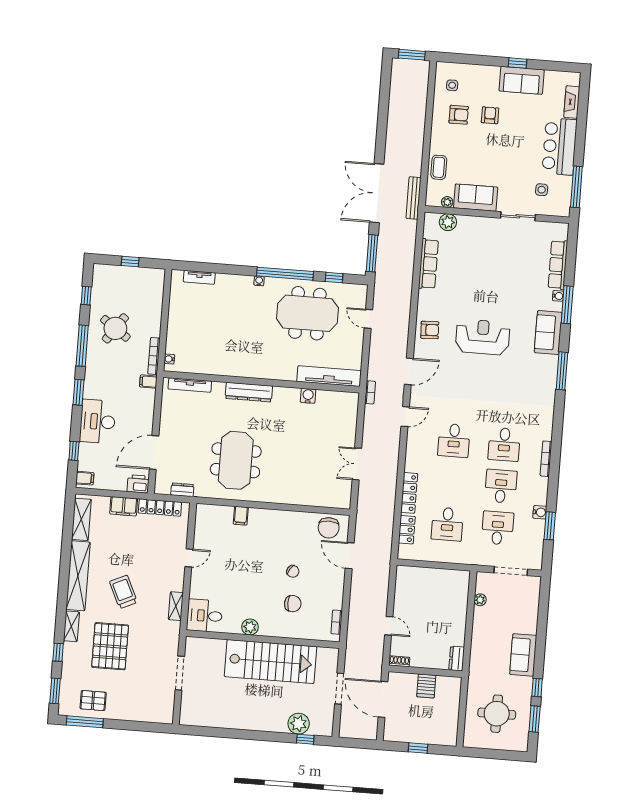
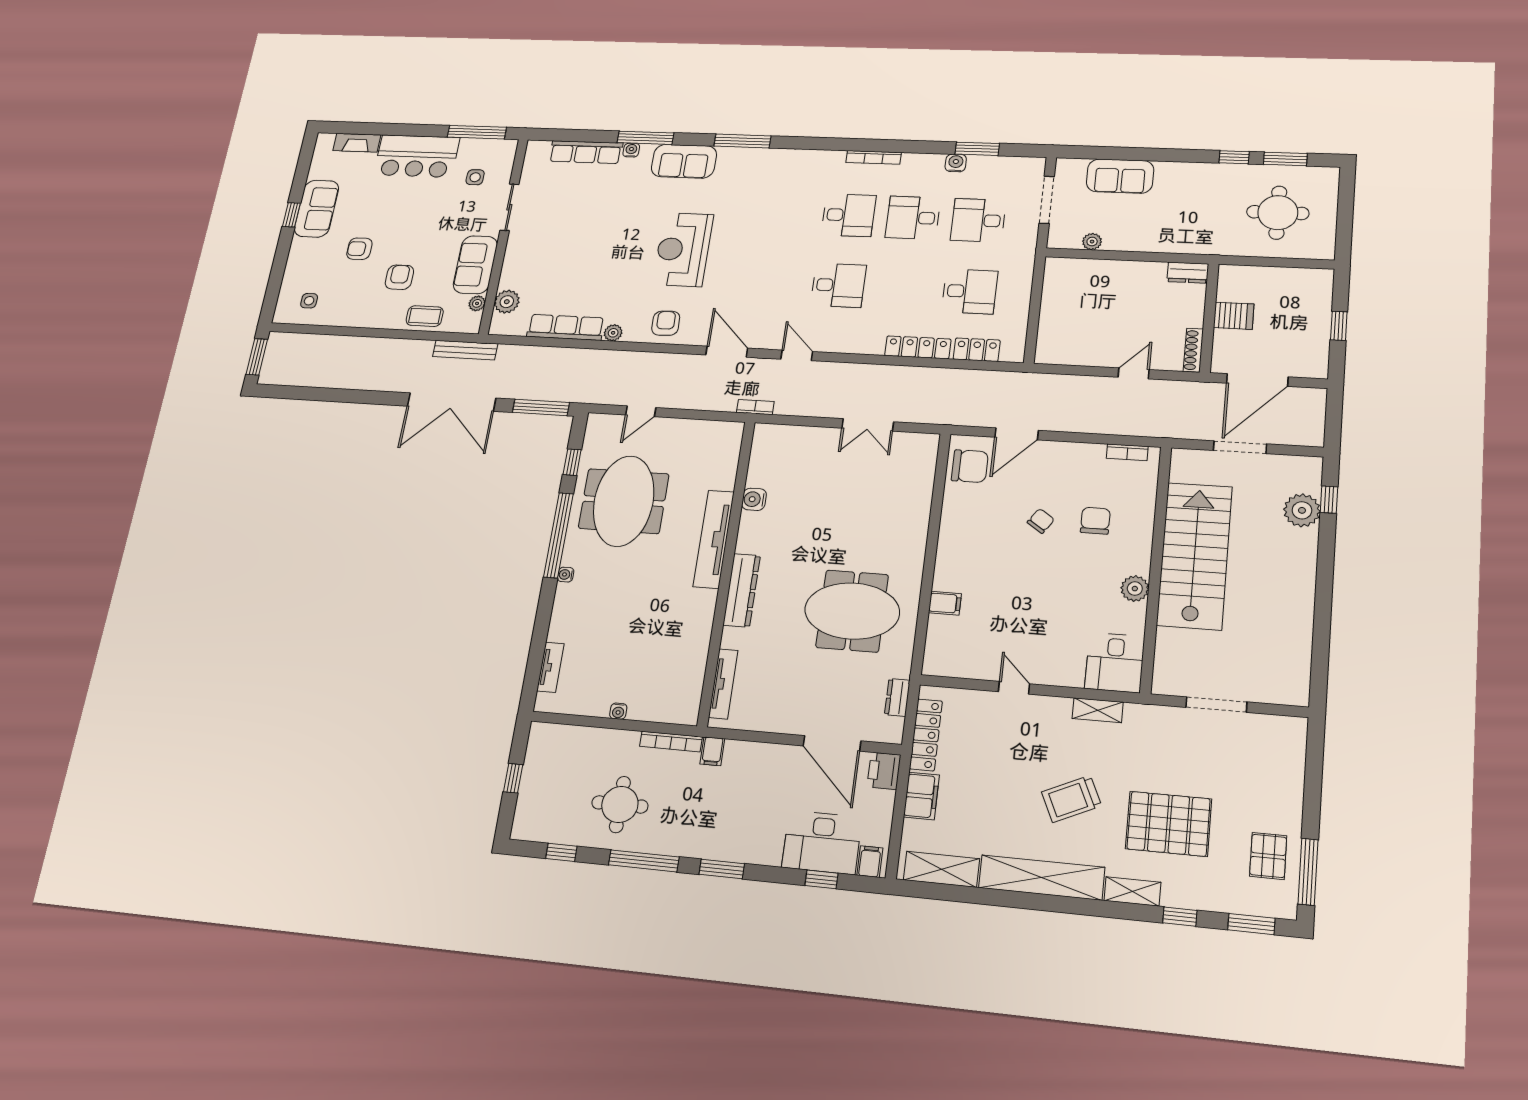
armchair: (459, 115) -> (399, 277), moved
plant: (424, 296) -> (613, 333), added
round table: (115, 328) -> (620, 804), turned -35
water cooler: (169, 359) -> (618, 711), moved
tv unit: (329, 376) -> (714, 539), moved
desk: (98, 421) -> (822, 842), moved
sofa: (523, 655) -> (1120, 176), moved
shoe rack: (399, 661) -> (1193, 350), width x1.43

